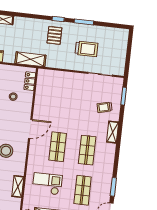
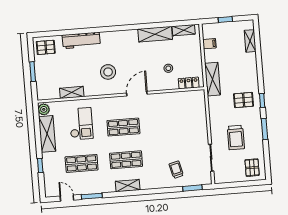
pallet: (116, 40) -> (252, 168), added
door: (30, 129) -> (137, 94), swing flipped
shelving: (113, 132) -> (128, 186), moved

